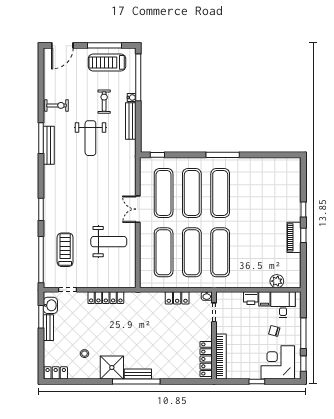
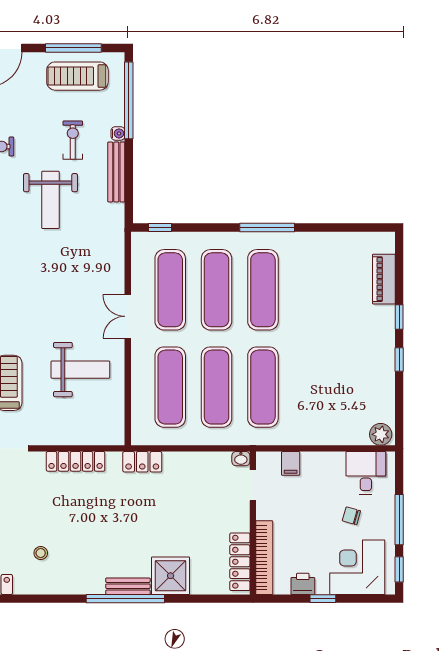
piano: (294, 237) -> (384, 279), moved
plant: (277, 281) -> (381, 434), moved
locker: (177, 298) -> (142, 462), moved
printer: (251, 298) -> (303, 584), moved, turned 180
filing cabinet: (264, 299) -> (291, 463), moved
shower: (112, 367) -> (171, 576), moved

